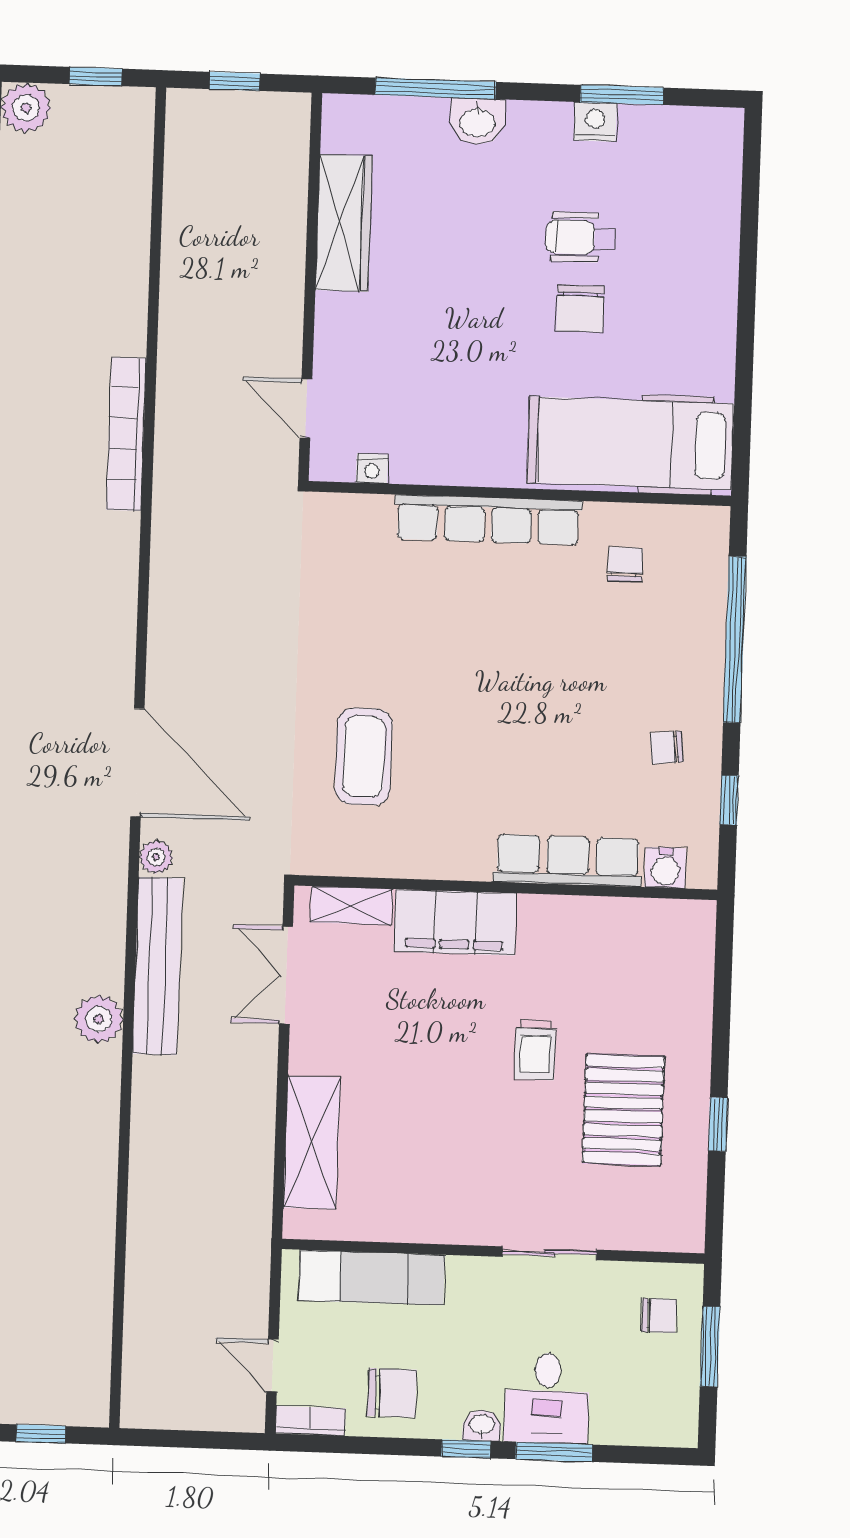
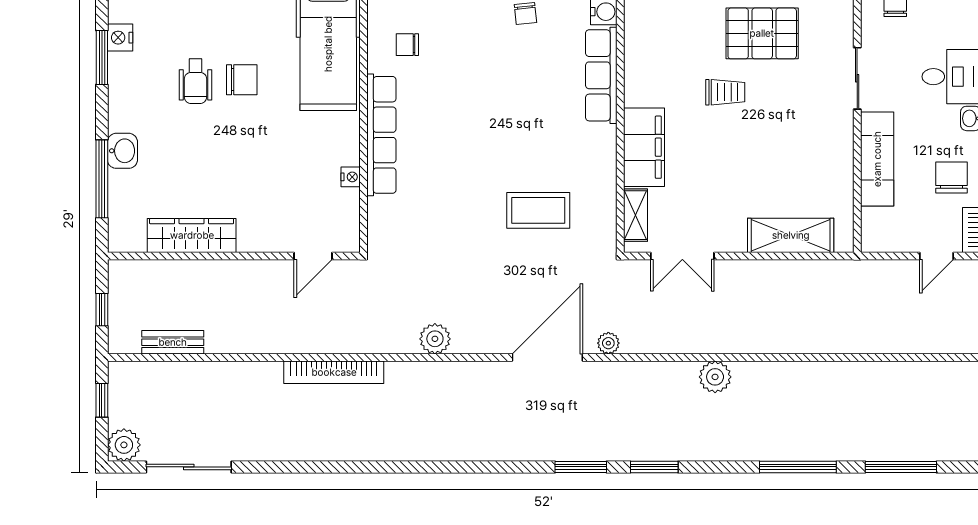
nightstand: (595, 122) -> (120, 38), moved
nightstand: (372, 469) -> (351, 177), moved
plant: (172, 591) -> (435, 339), added
bench: (158, 966) -> (173, 342), moved, width x0.54, depth x0.82
exam couch: (372, 1278) -> (877, 159), moved

